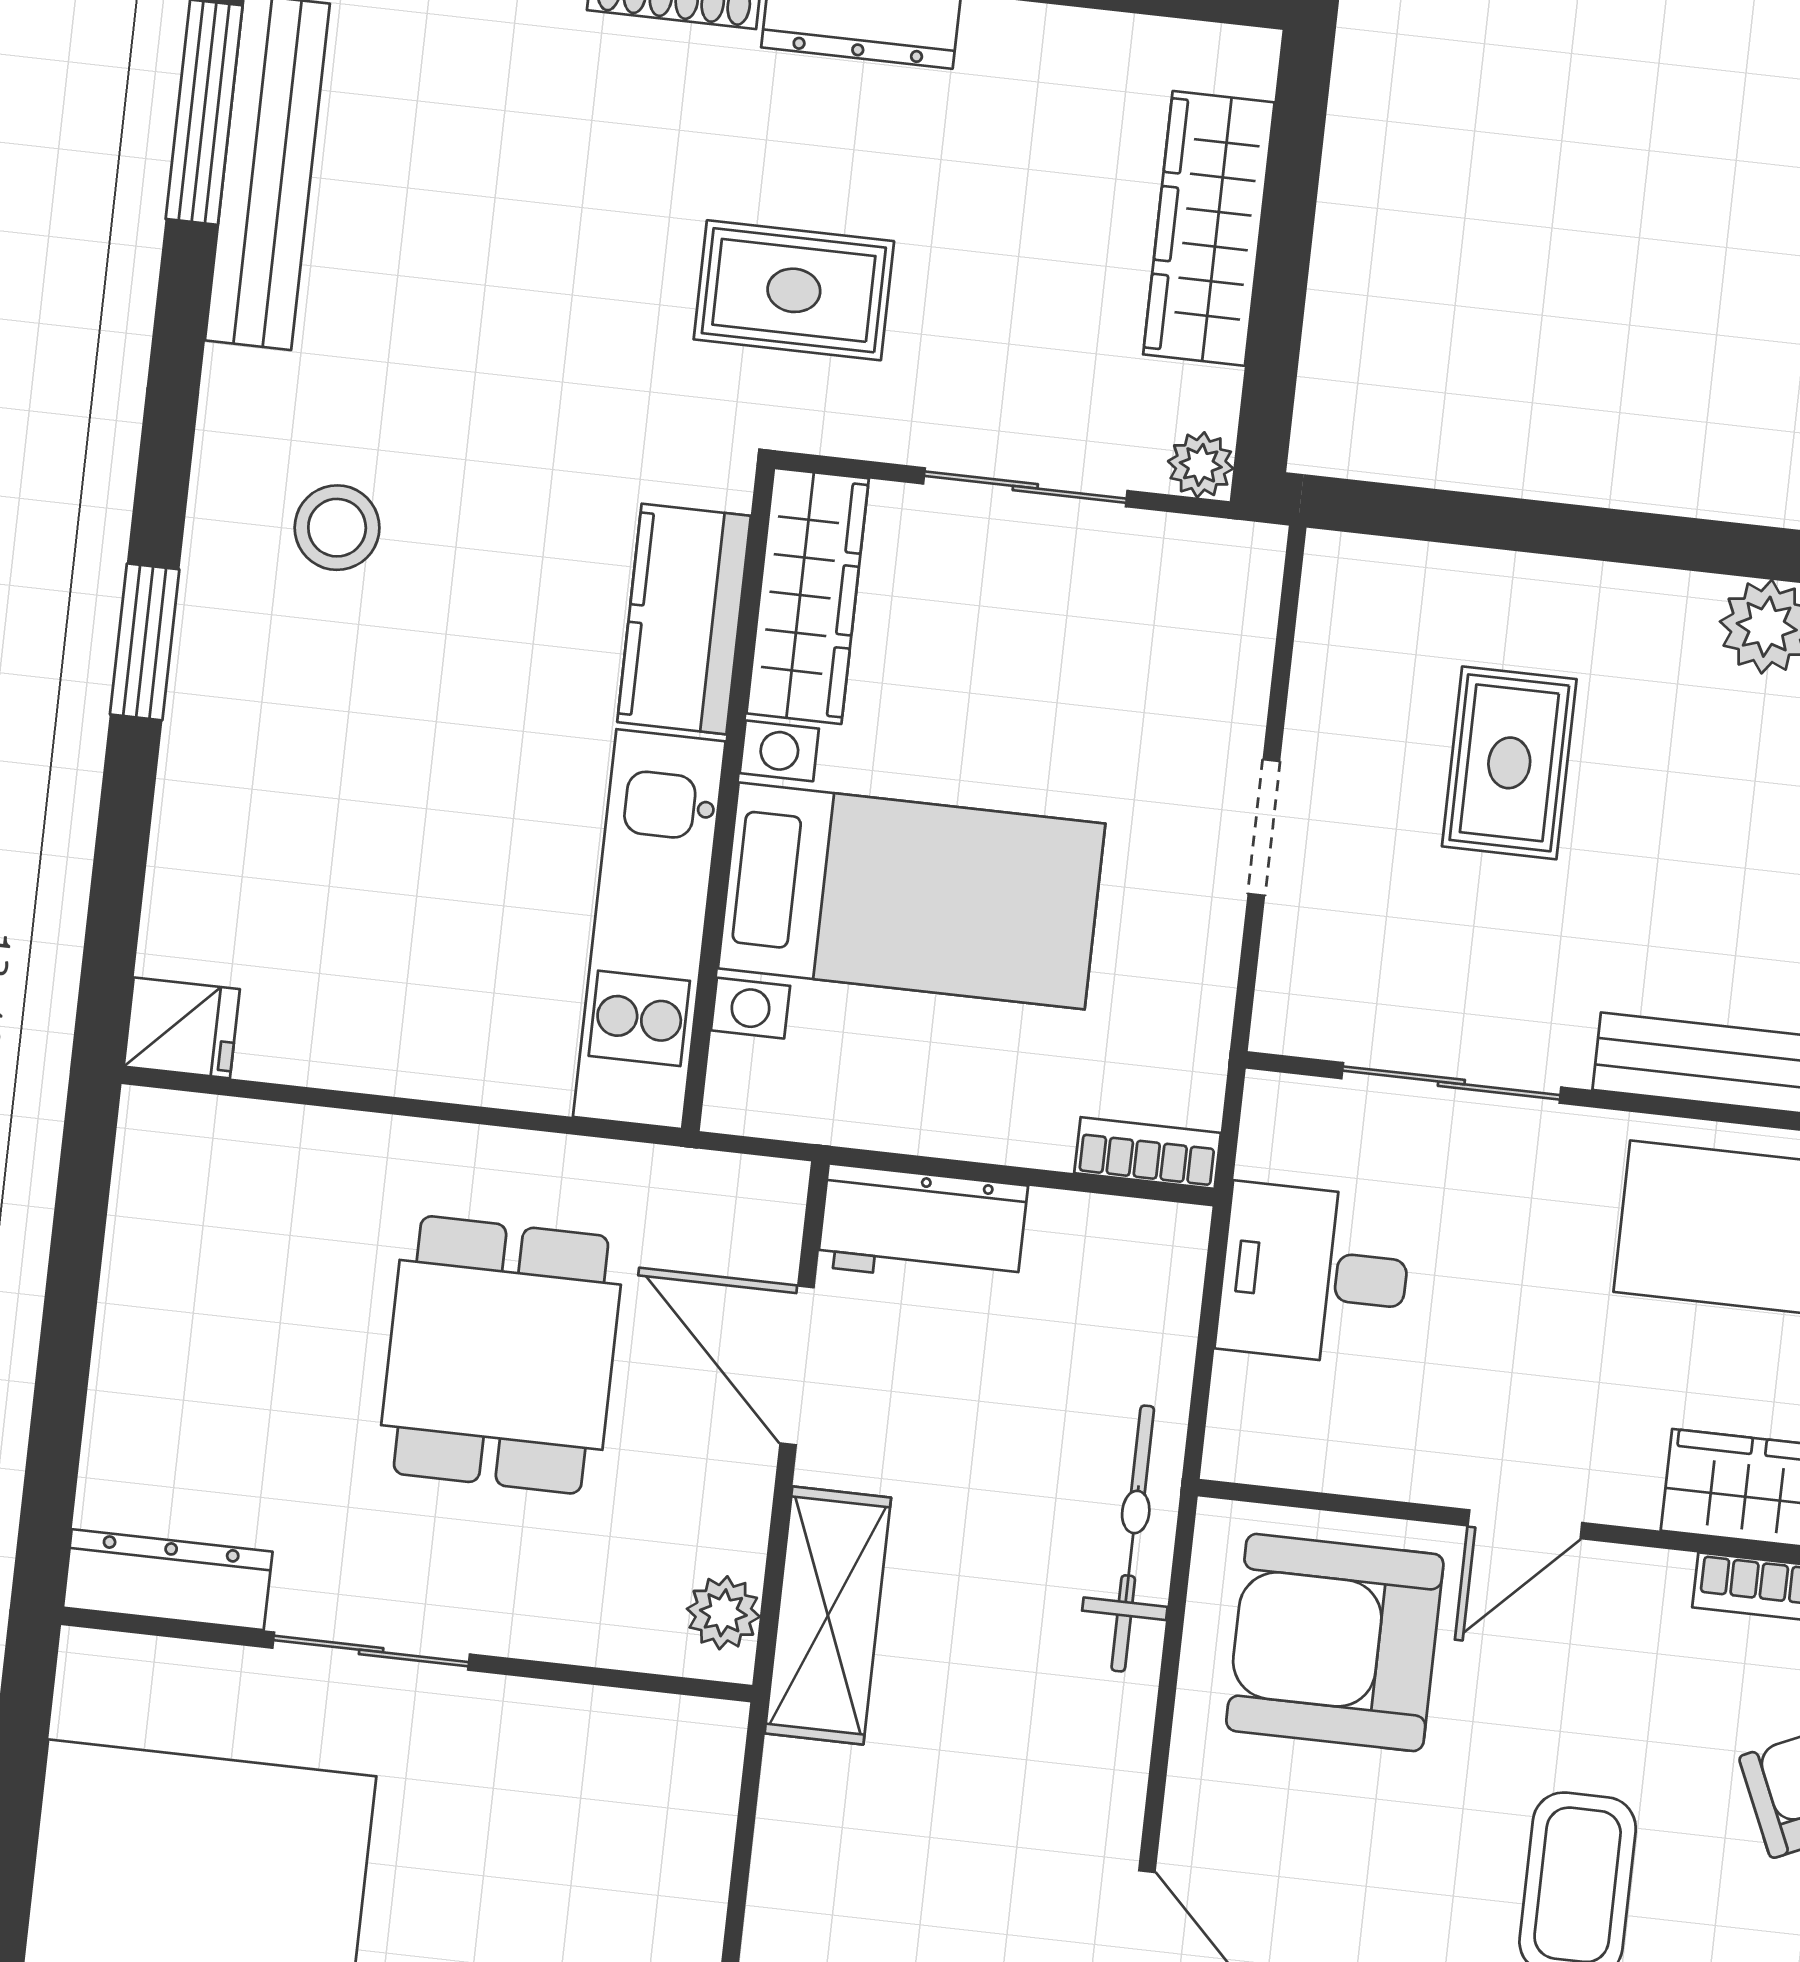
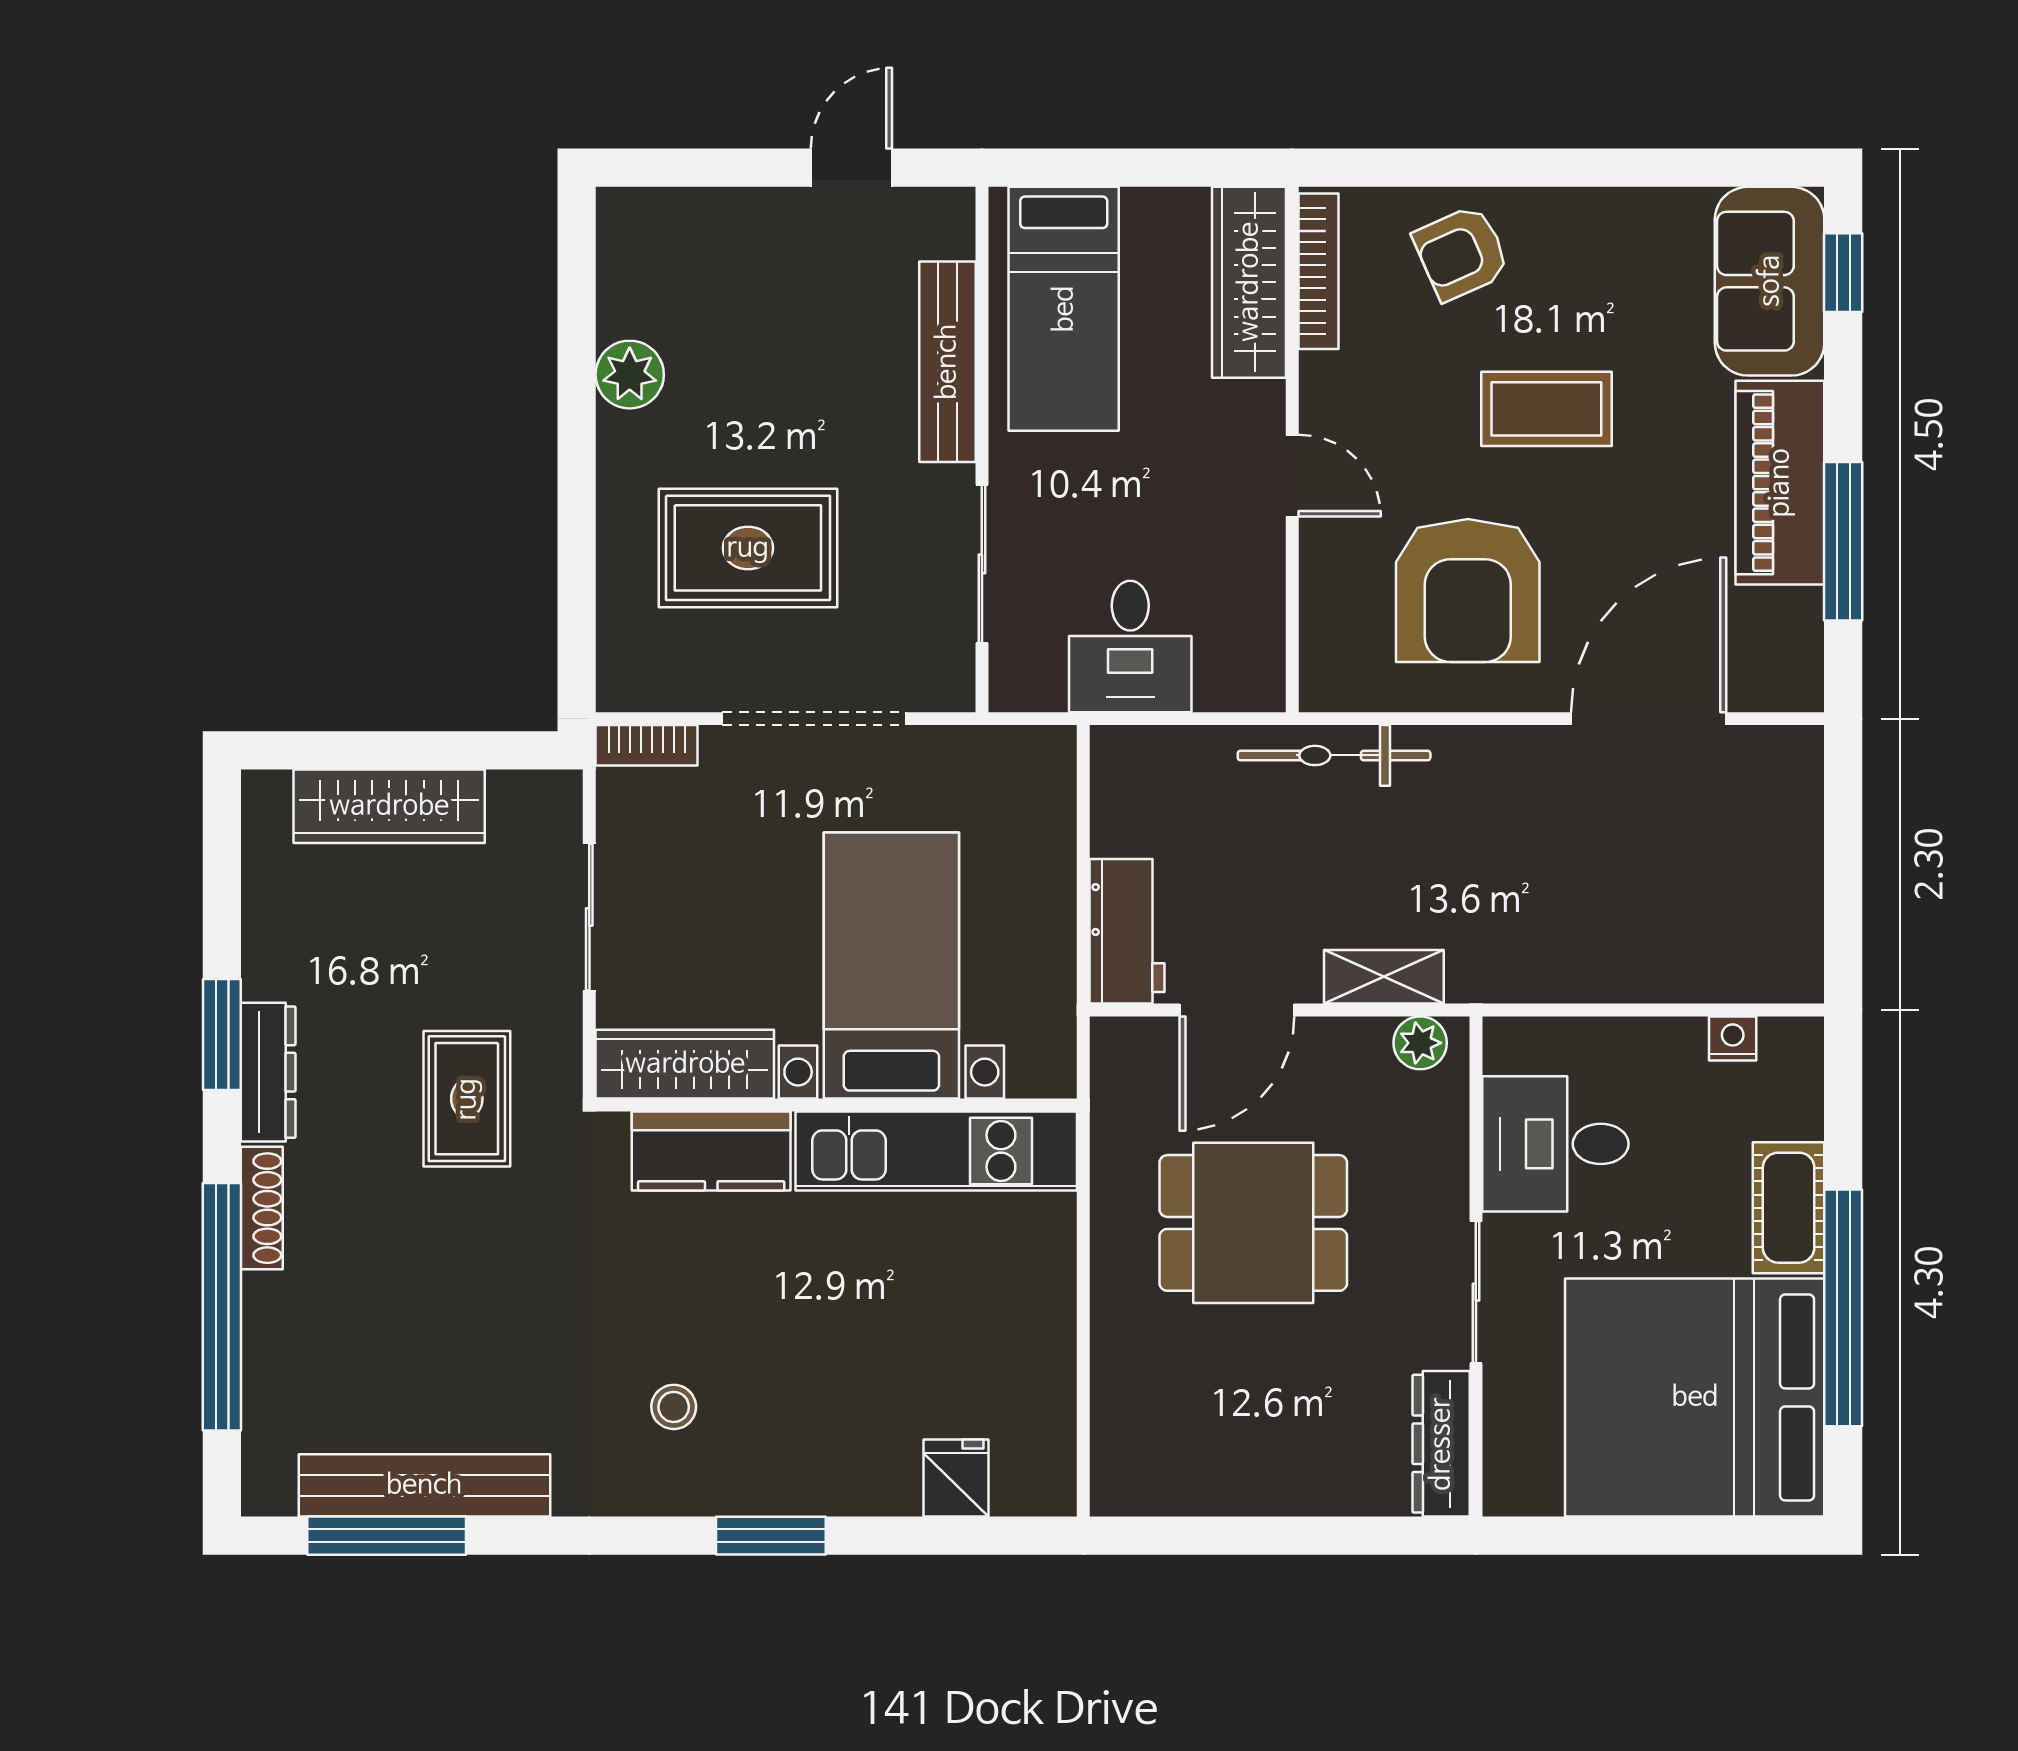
plant: (1201, 465) -> (559, 793), removed
stool: (337, 528) -> (674, 1407), width x0.73, depth x0.73
rug: (1509, 763) -> (748, 548), width x1.36, depth x1.43
doorway: (1264, 827) -> (814, 719), width x1.87
fridge: (182, 1028) -> (956, 1478), moved
bookcase: (1148, 1153) -> (647, 745), moved, turned -90
shelving: (828, 1615) -> (1384, 977), width x0.67, depth x0.75
armchair: (1335, 1643) -> (1468, 591), moved
desk: (563, 1783) -> (1555, 1144), added

